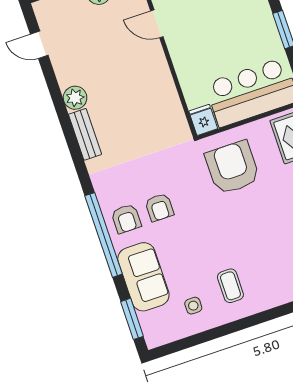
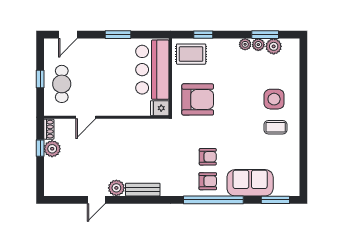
door: (39, 45) -> (96, 200), moved
armchair: (232, 167) -> (198, 99), turned 180
side table: (193, 306) -> (274, 99), moved, width x1.87, depth x1.87

